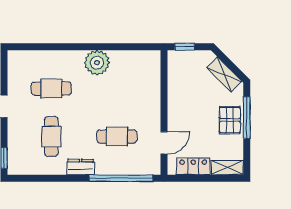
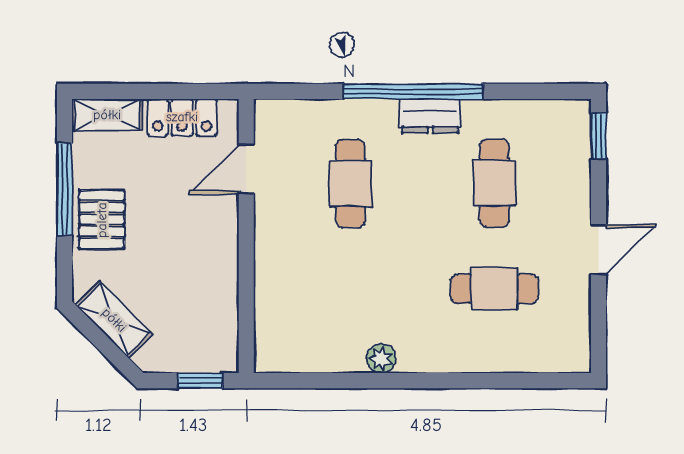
plant: (97, 63) -> (381, 359), width x0.53, depth x0.53
window: (247, 118) -> (65, 189), moved
cafe table: (117, 136) -> (350, 183), turned 90
window: (121, 178) -> (413, 91), moved

